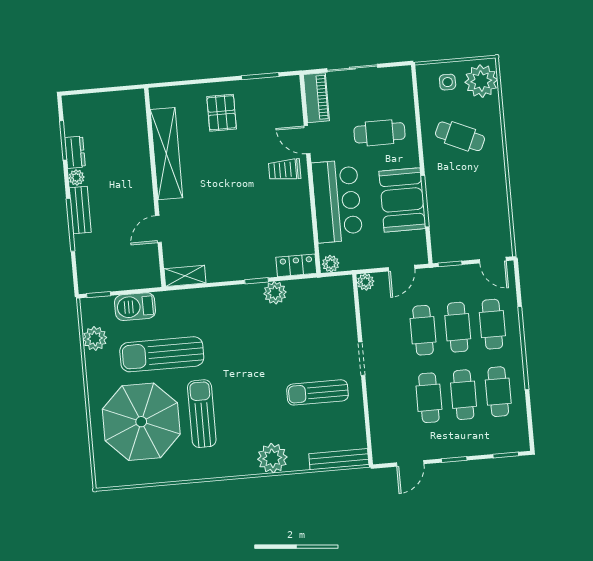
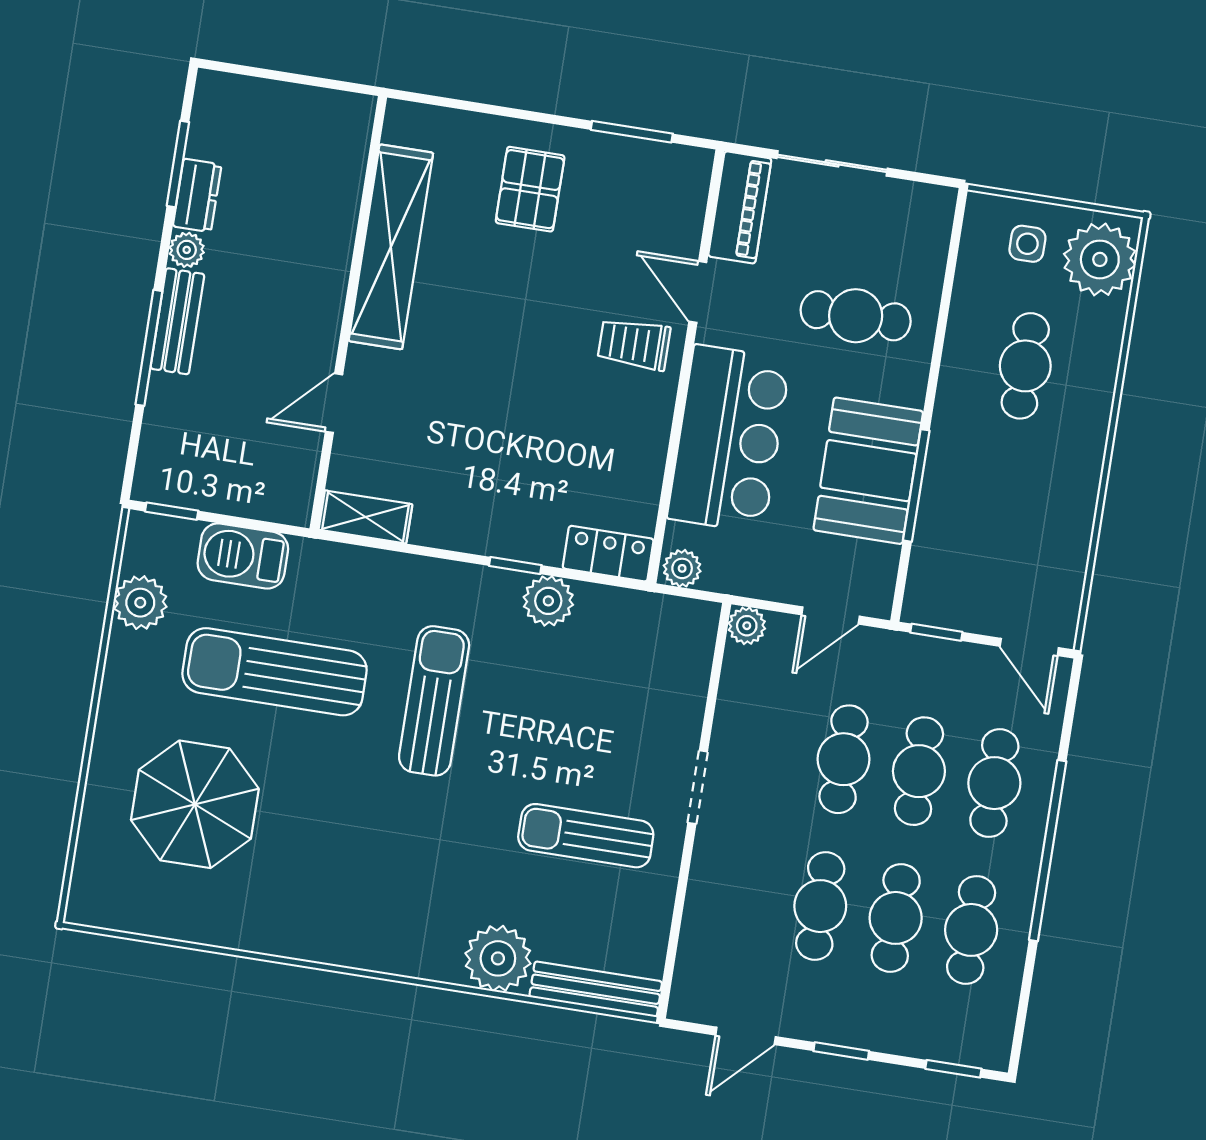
cafe table: (460, 136) -> (1025, 366), turned 66
sun lounger: (202, 414) -> (434, 701), moved
parasol: (141, 422) -> (195, 804), width x0.73, depth x0.73
plant: (272, 458) -> (498, 958), moved

